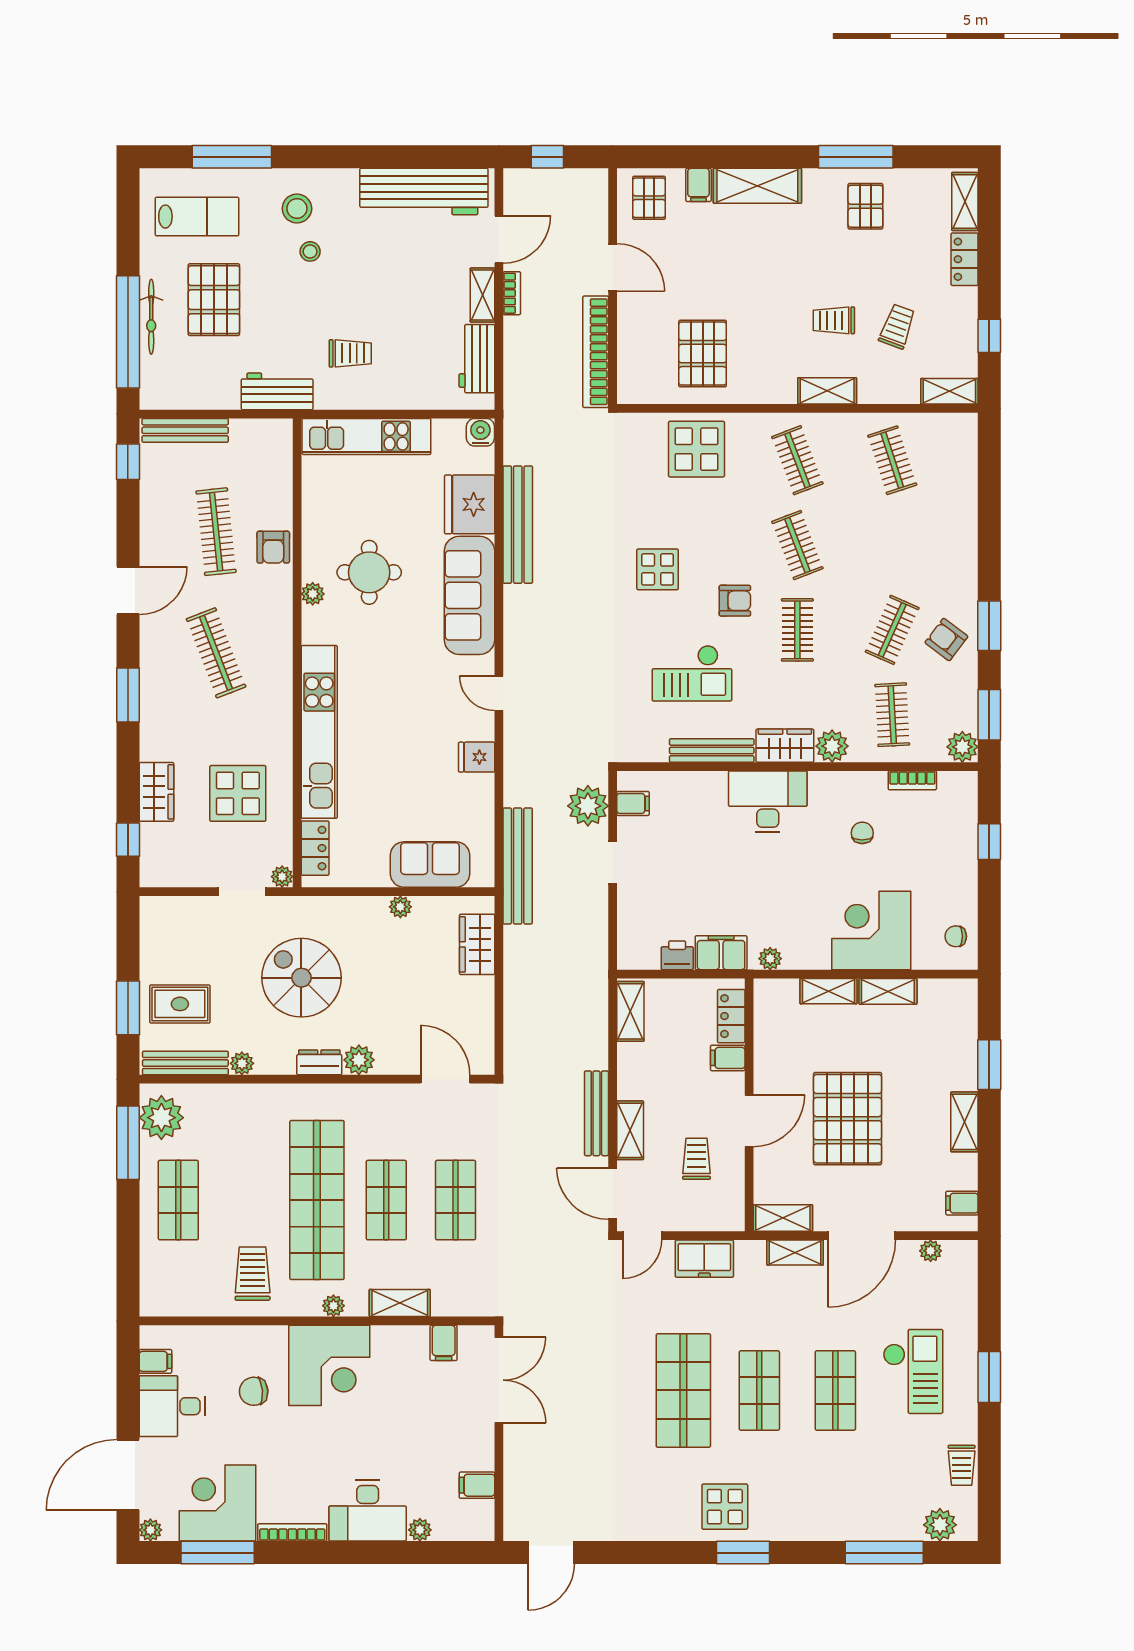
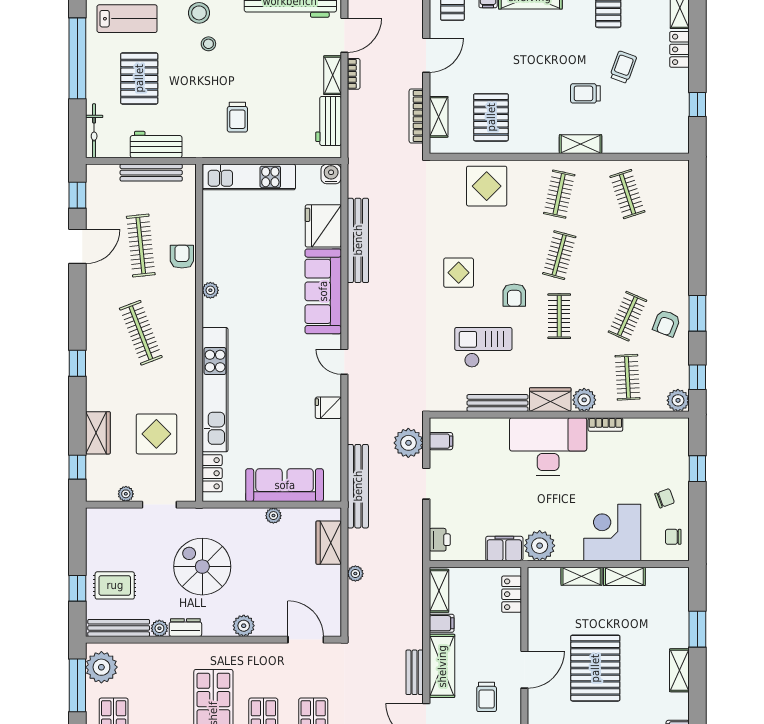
door: (613, 267) -> (426, 55), hinge flipped
bicycle: (151, 317) -> (94, 131), moved
trolley: (897, 326) -> (623, 67), moved
window: (128, 332) -> (77, 58), moved
bookcase: (596, 352) -> (416, 116), width x0.68, depth x0.76
trolley: (350, 353) -> (237, 117), turned 90
workbench: (277, 391) -> (156, 144), moved
shelving: (949, 391) -> (439, 117), moved, turned 90
bench: (185, 430) -> (151, 173), moved
clothes rail: (797, 460) -> (559, 194), turned 33
clothes rail: (797, 545) -> (559, 255), turned 36
armchair: (273, 547) -> (182, 257), turned 180
round table: (369, 572) -> (251, 275), removed
door: (128, 591) -> (77, 246), moved
armchair: (735, 601) -> (514, 295), turned 90
armchair: (946, 640) -> (667, 323), turned -106
checkout: (692, 673) -> (483, 347), turned 180
window: (128, 695) -> (77, 363), width x0.67
window: (989, 715) -> (697, 377), width x0.67
bookcase: (912, 780) -> (605, 425), moved
desk: (768, 802) -> (548, 446), width x1.36, depth x1.30
chair: (862, 833) -> (665, 498), moved, turned 70
sofa: (430, 864) -> (285, 485), width x1.36
plant: (282, 877) -> (126, 494), moved
printer: (677, 955) -> (440, 540), moved, turned 90
plant: (770, 959) -> (540, 546), width x1.88, depth x1.88
plant: (514, 987) -> (355, 574), added
window: (128, 1008) -> (77, 588), width x0.67
filing cabinet: (728, 1058) -> (442, 623), moved, turned 180
dresser: (319, 1062) -> (185, 628), moved
bench: (596, 1113) -> (415, 672), width x0.73
shelving: (630, 1130) -> (442, 666), width x1.50, depth x1.33
trolley: (696, 1159) -> (487, 697), turned 180

